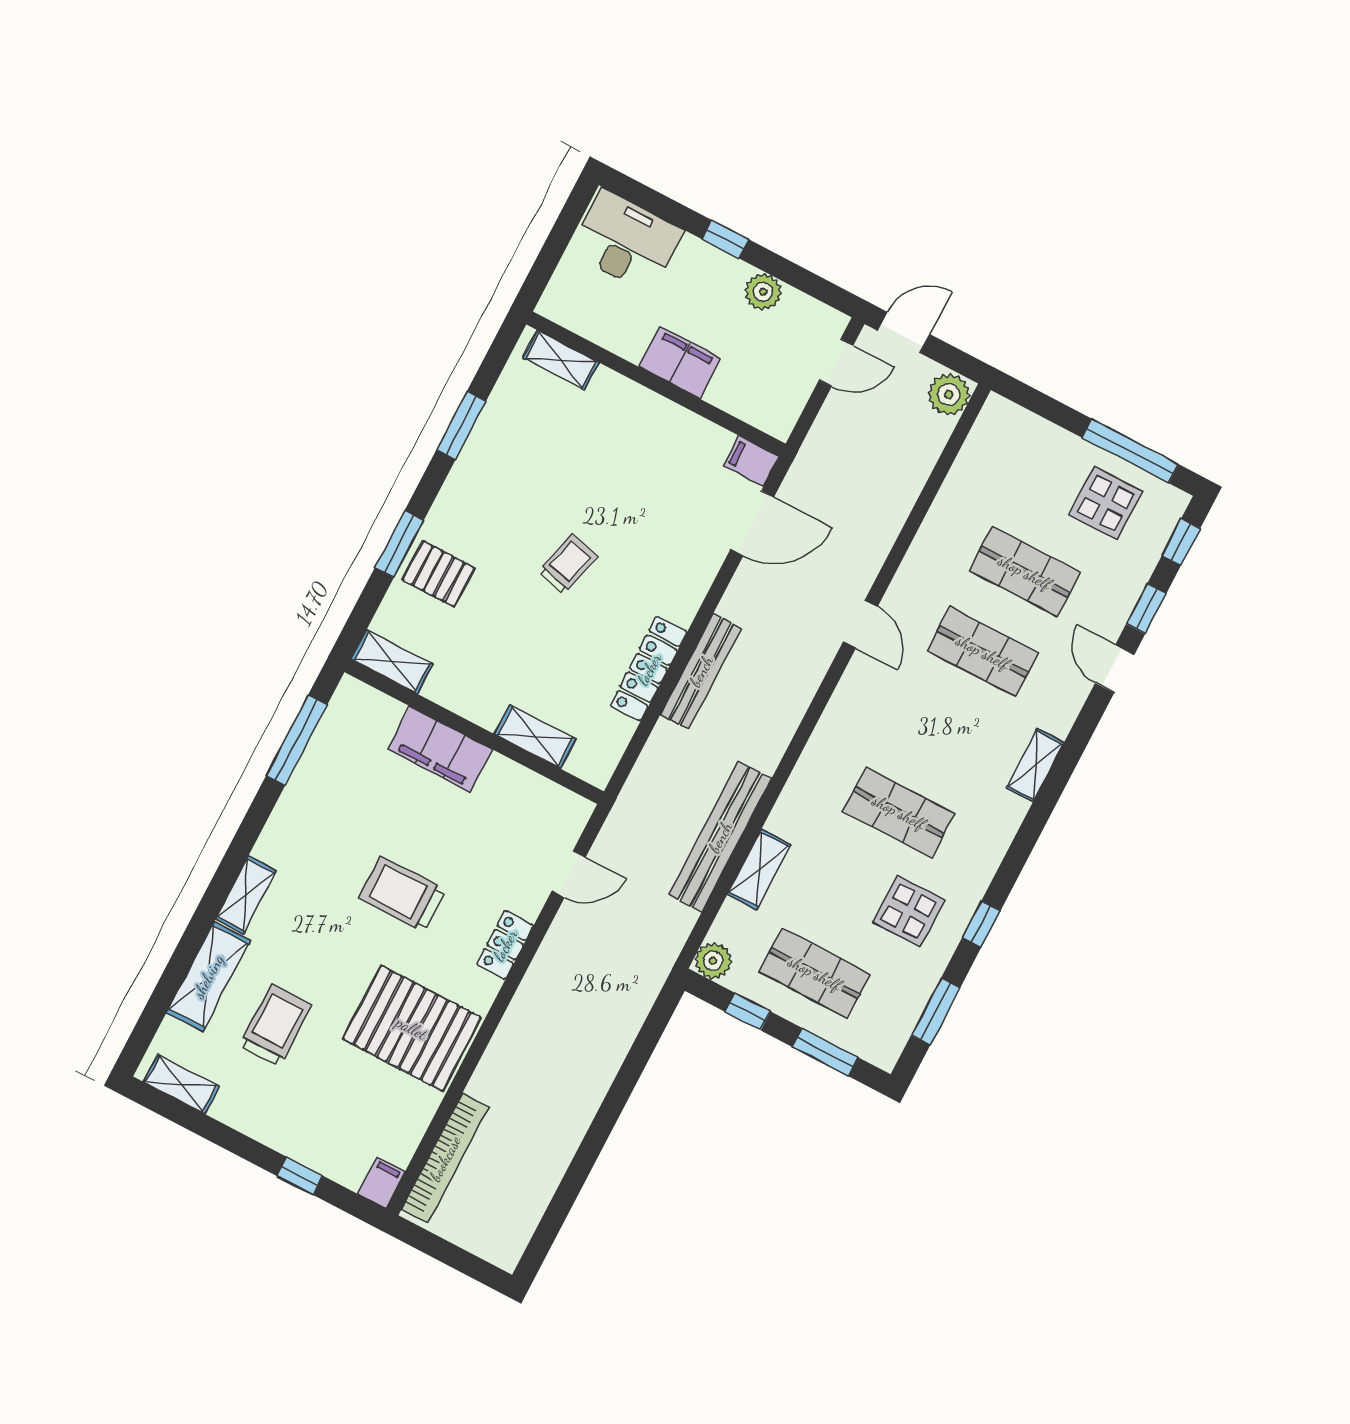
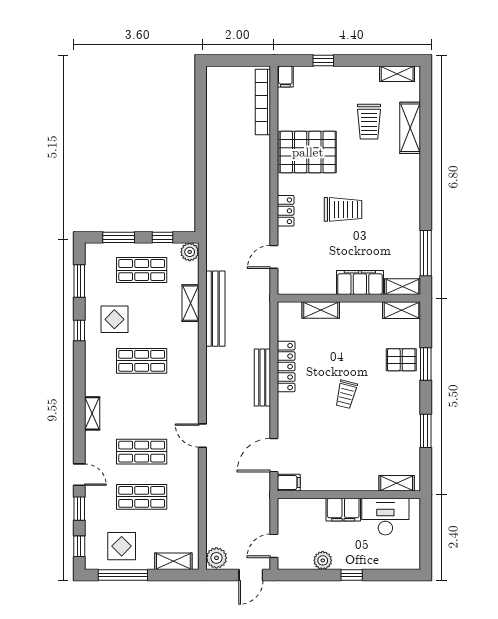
desk: (626, 241) -> (385, 517), moved, turned 180
shelving: (1028, 428) -> (173, 561), added
shelving: (246, 895) -> (403, 287), moved, turned 90

